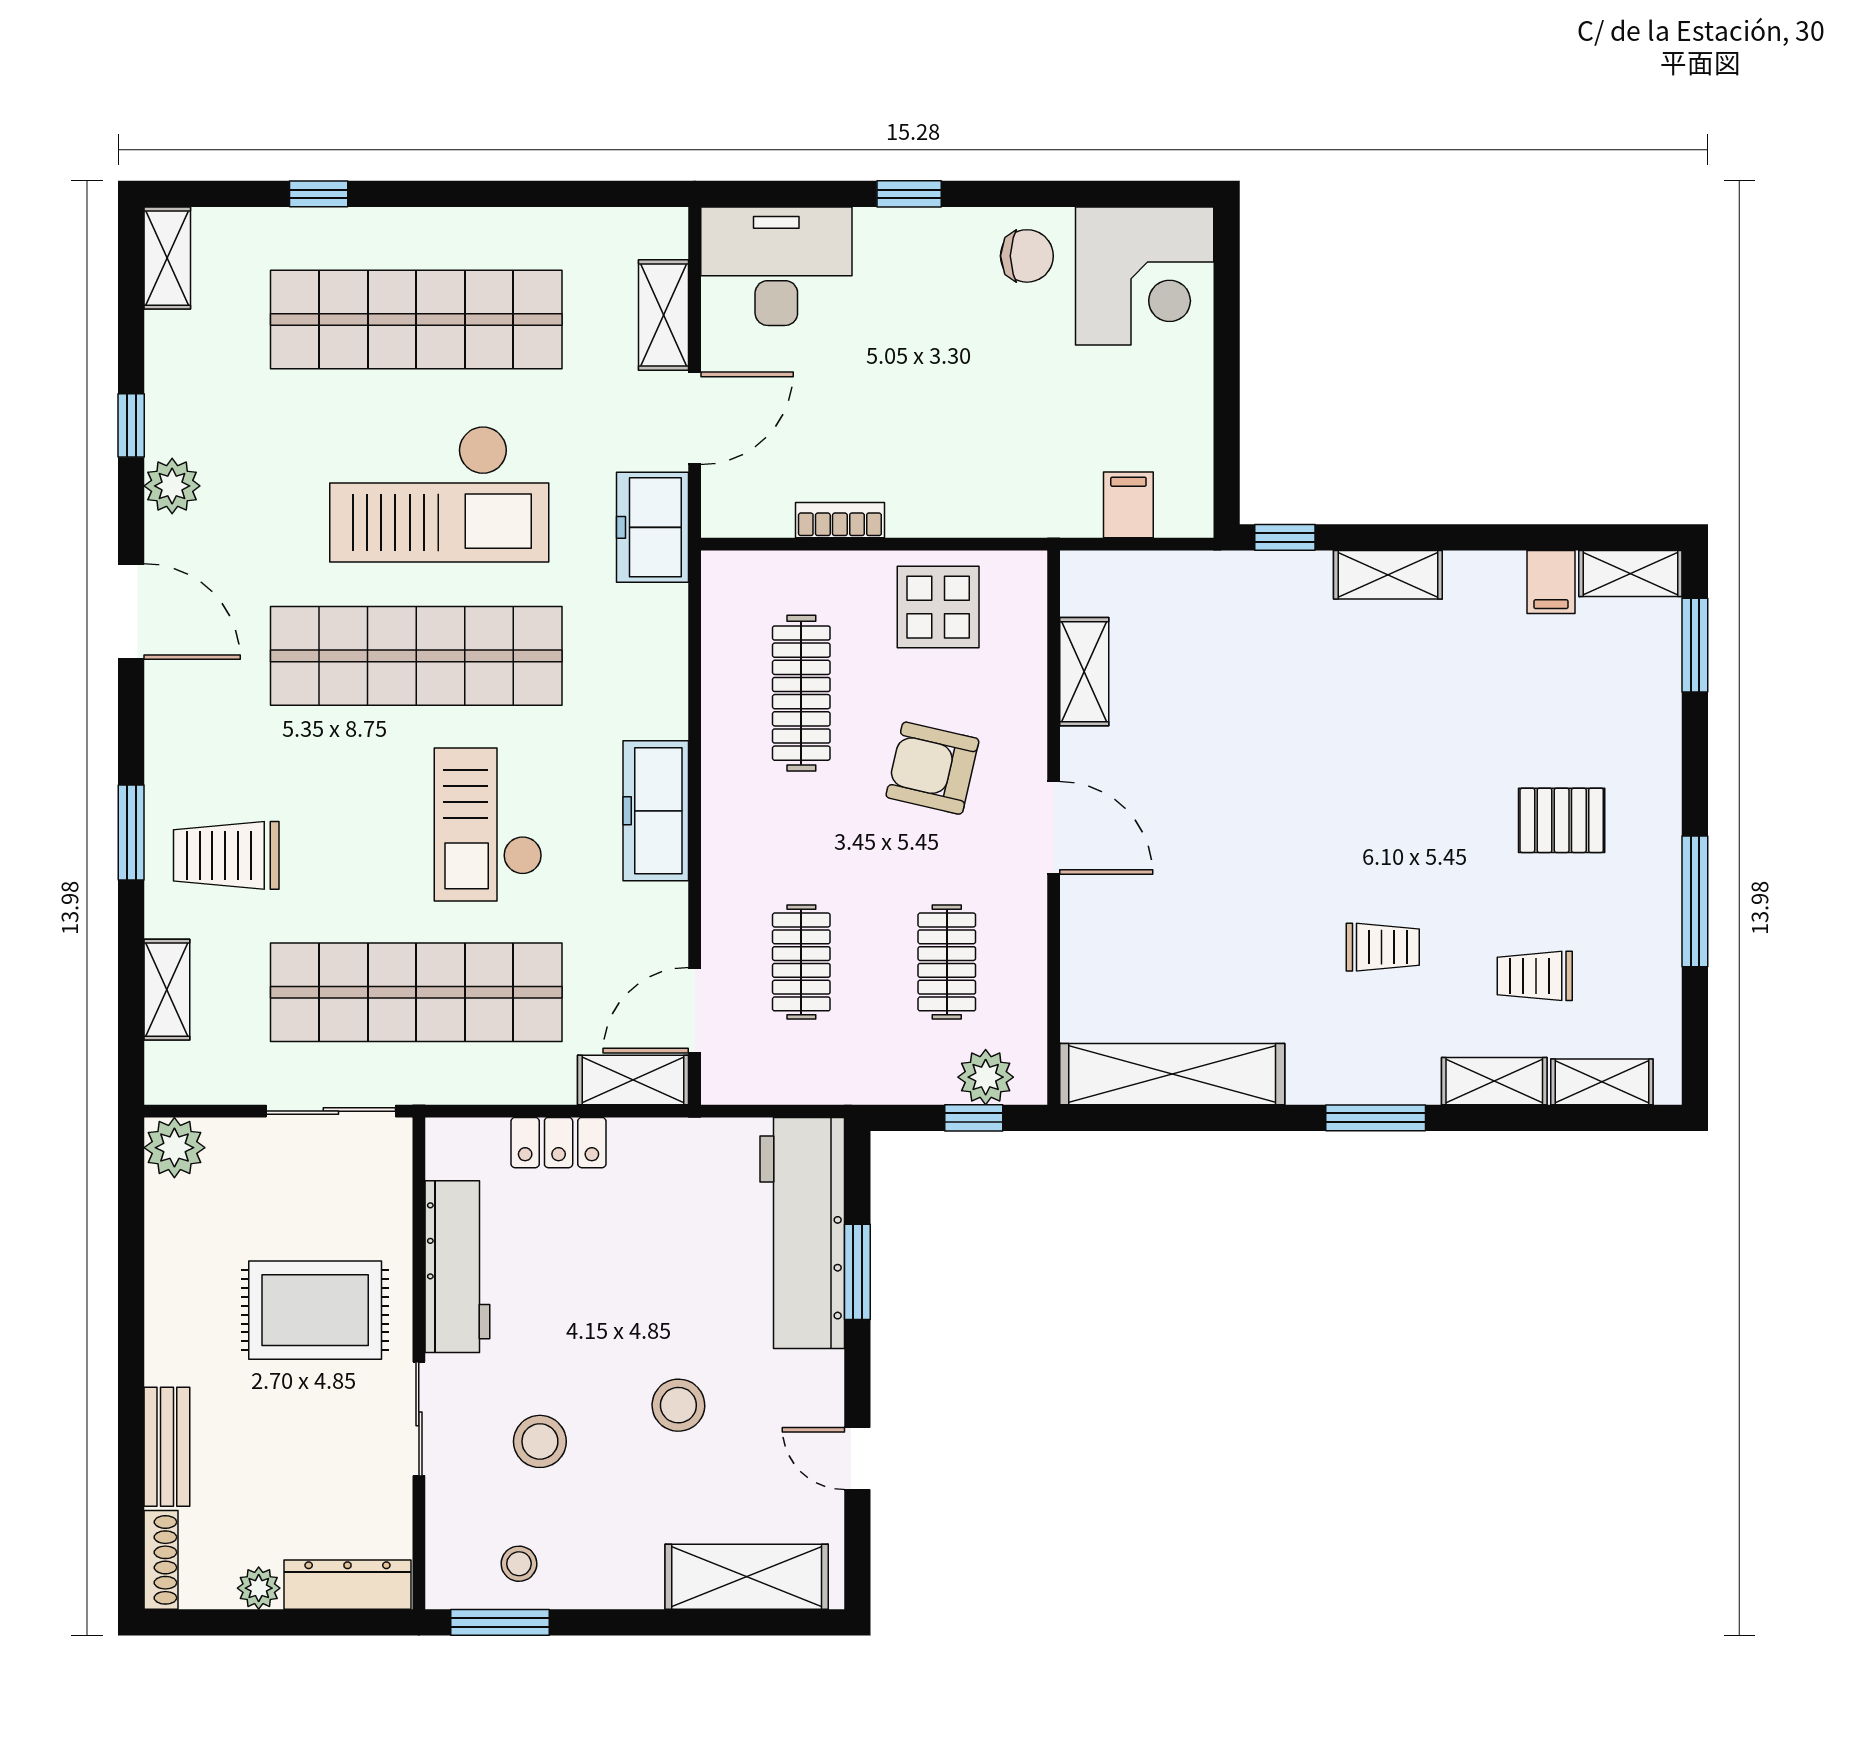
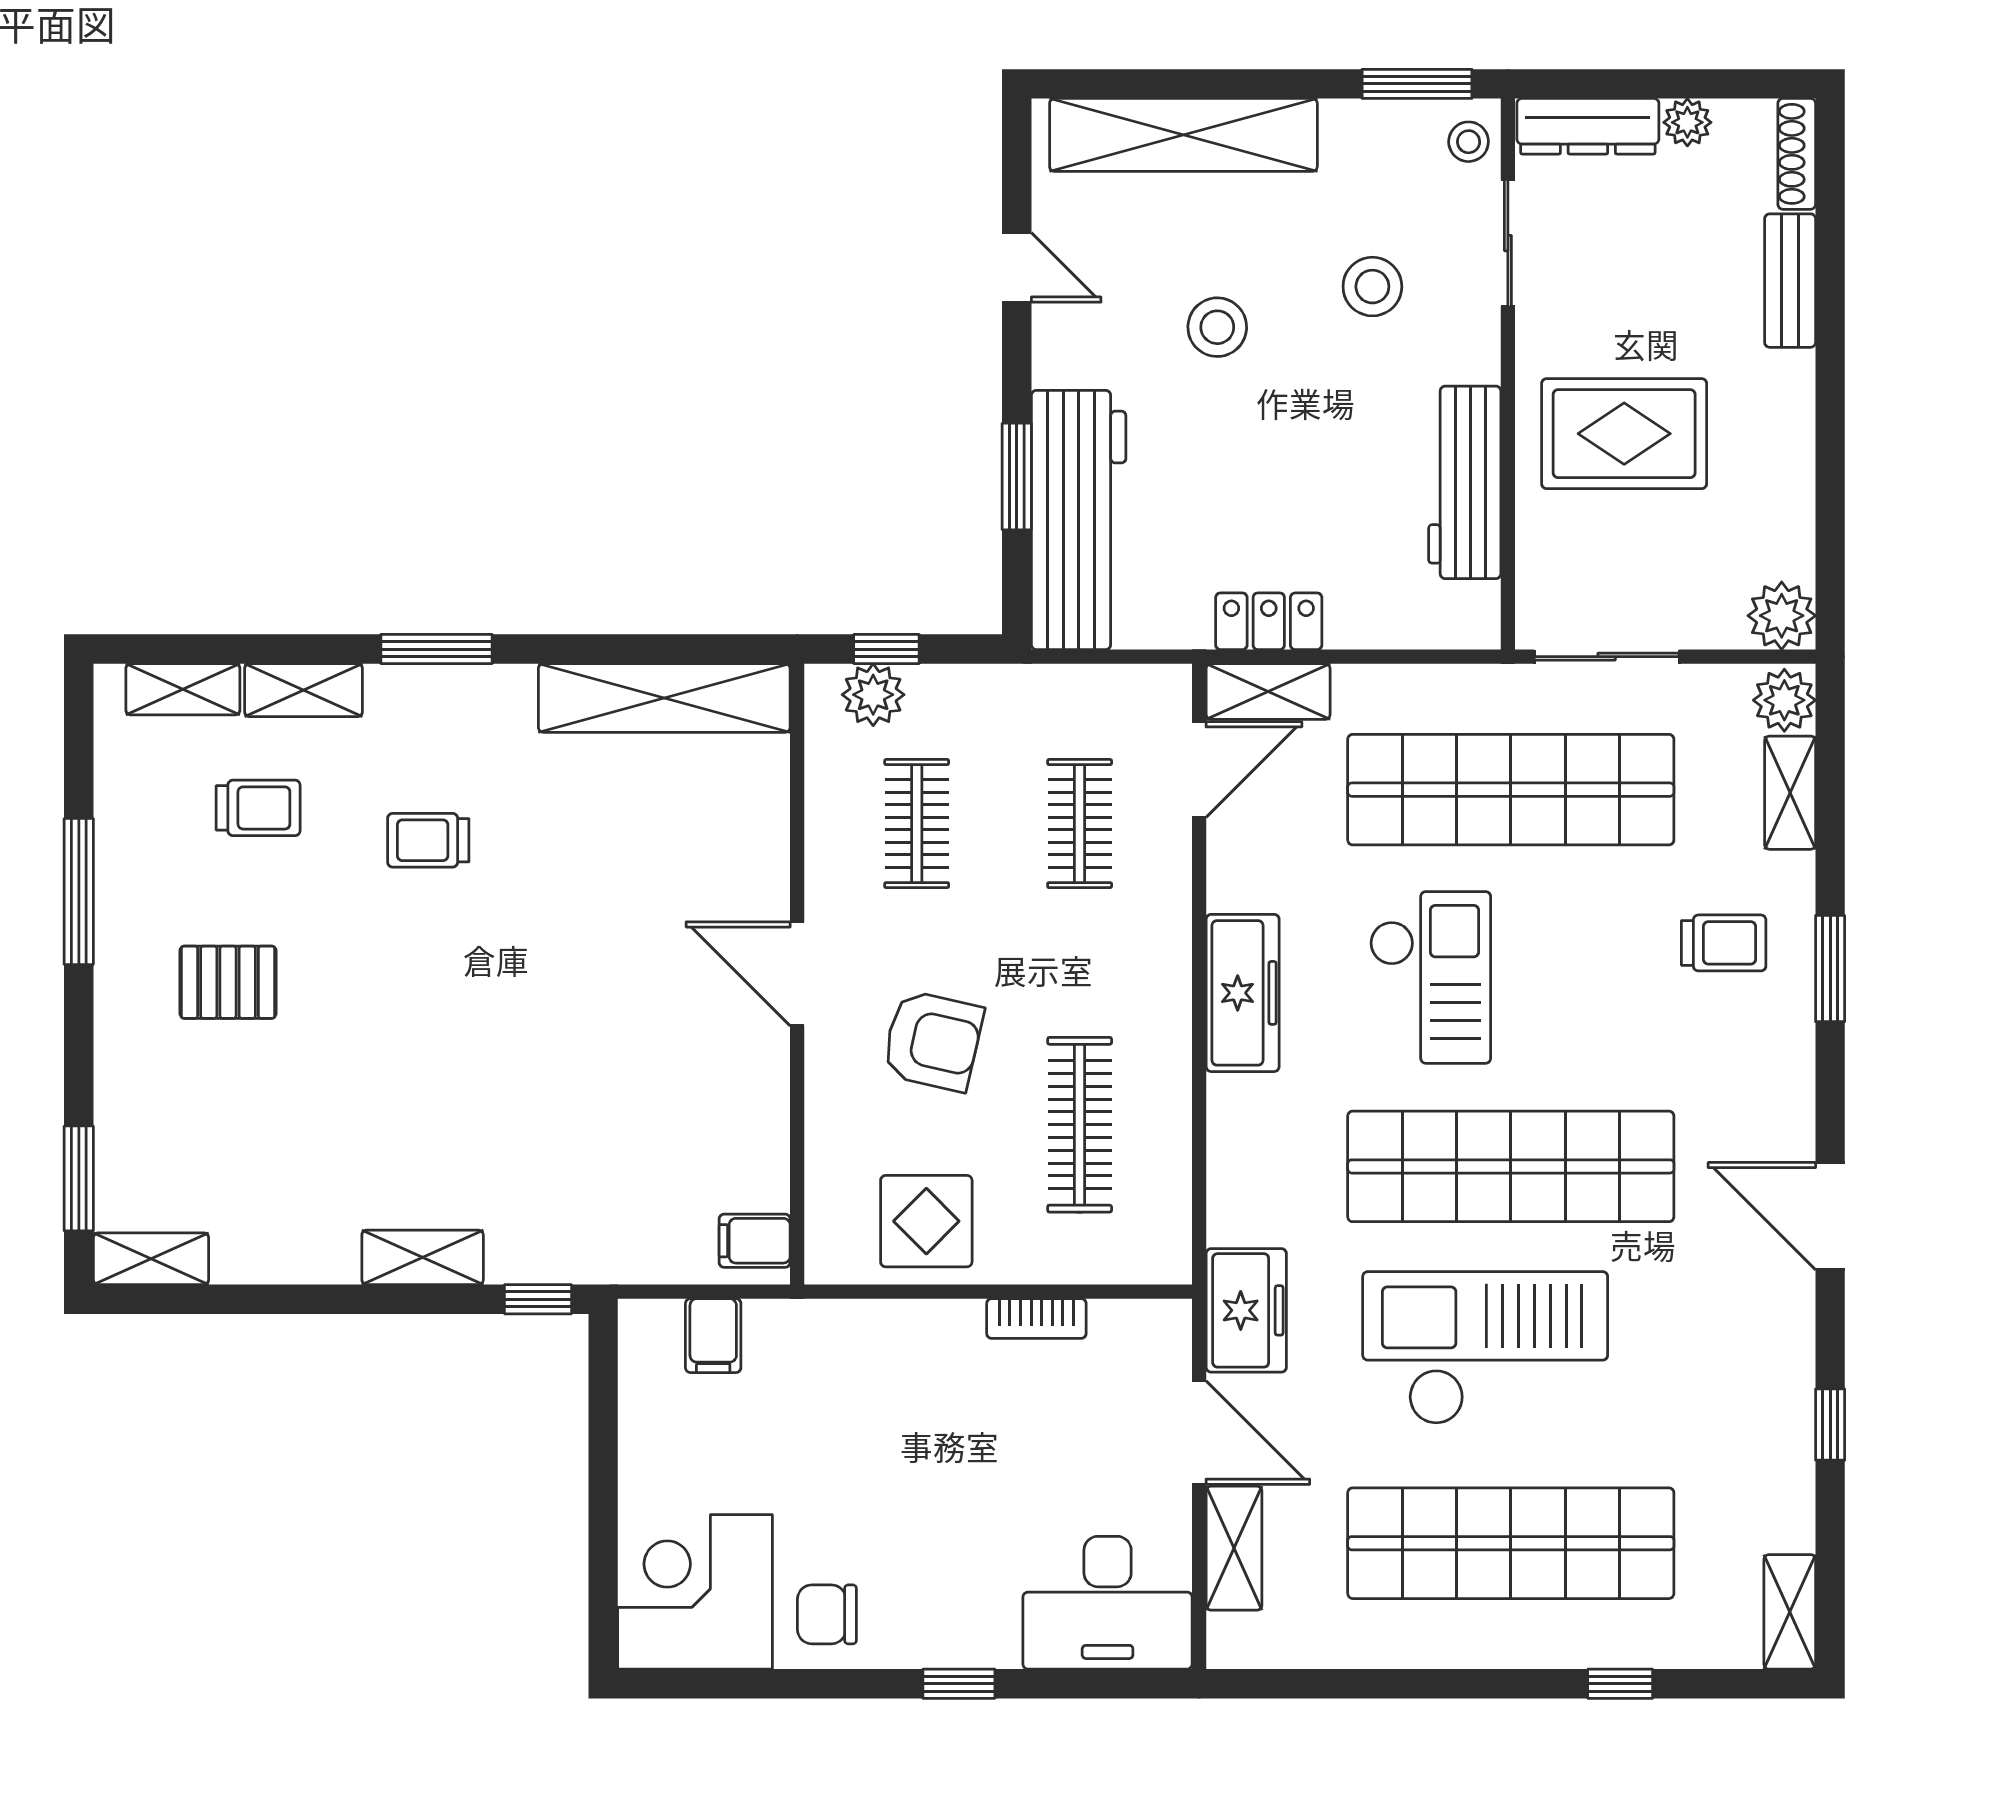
door: (695, 418) -> (1199, 1433), swing flipped
plant: (172, 486) -> (1784, 700), moved
filing cabinet: (1551, 582) -> (755, 1241), moved, turned -90
shelving: (1084, 672) -> (763, 1149), removed
trolley: (226, 855) -> (1724, 943), width x0.73, depth x0.72
locker: (559, 1143) -> (1269, 621), moved
sliding door: (419, 1419) -> (1508, 243), moved
stool: (519, 1564) -> (1469, 142), moved
shelving: (747, 1577) -> (1183, 135), width x1.47

